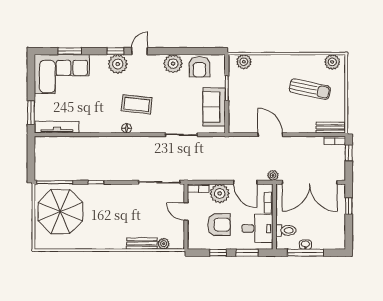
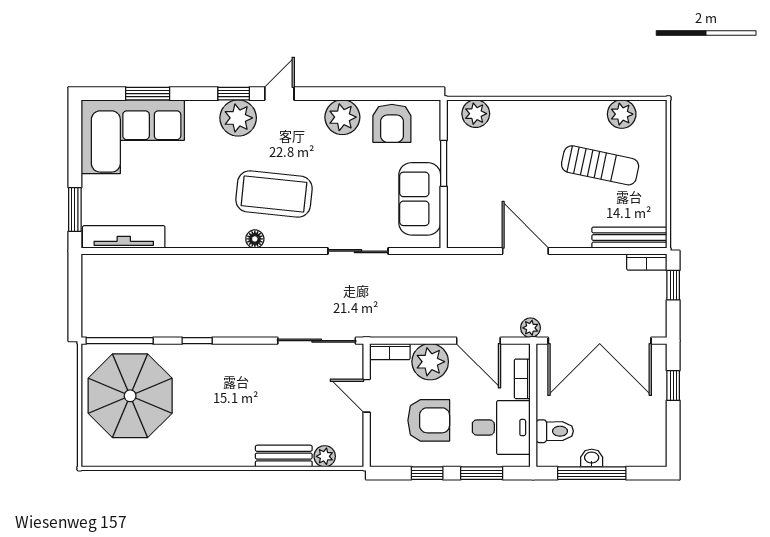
plant: (332, 62) -> (622, 114), moved
coffee table: (137, 104) -> (274, 194), width x1.36, depth x1.32
bench: (331, 127) -> (629, 238), width x1.36

